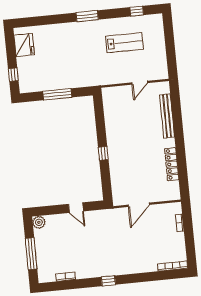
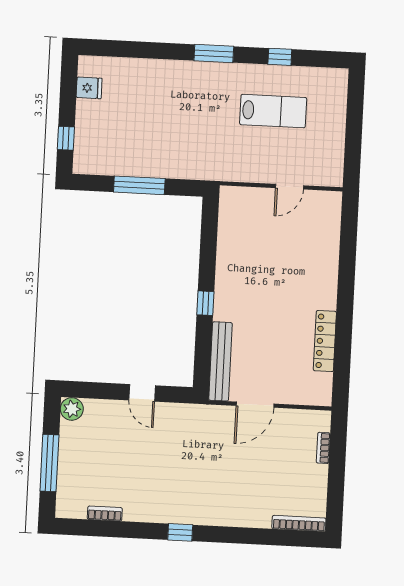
window: (137, 11) -> (280, 57), moved
fridge: (24, 45) -> (89, 88), width x0.53, depth x0.75
bench: (167, 116) -> (220, 361), moved

